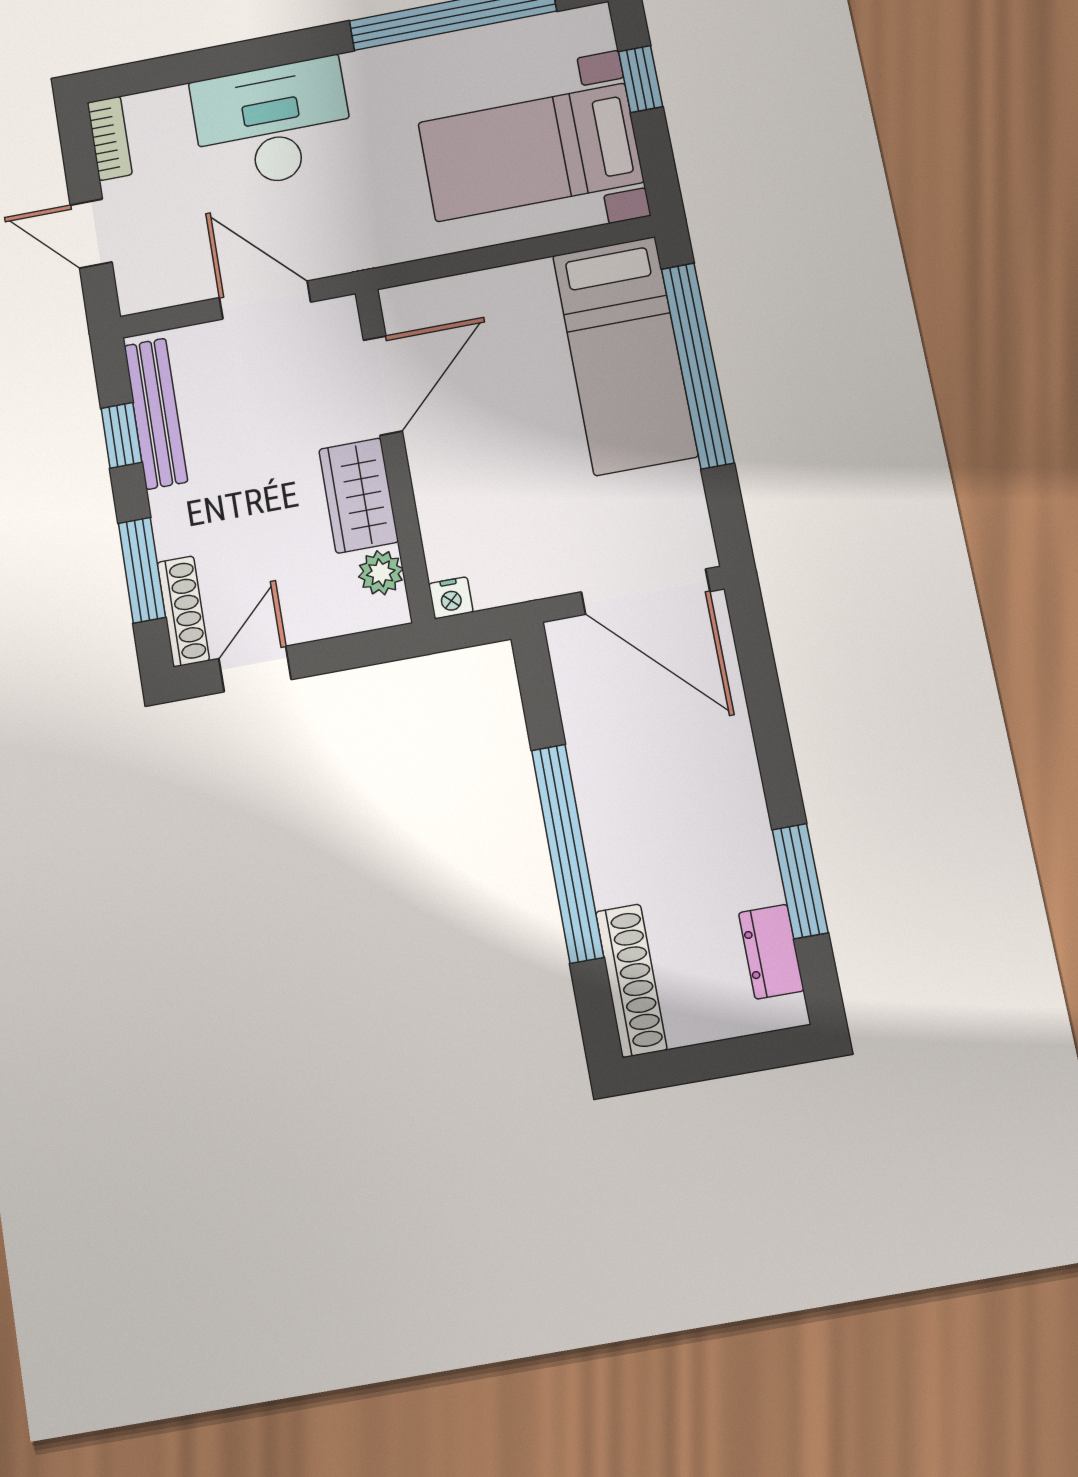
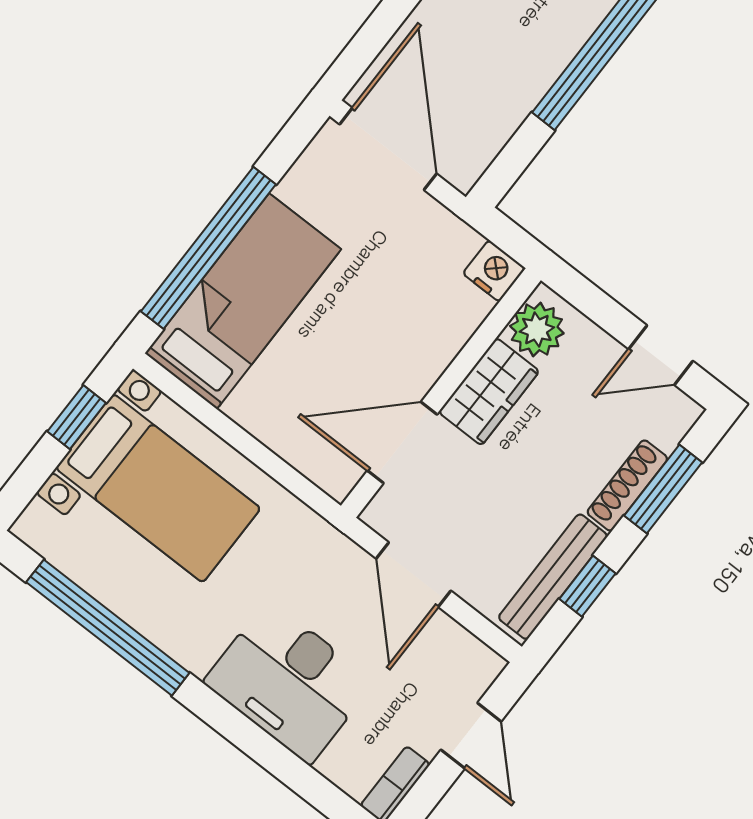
window: (641, 79) -> (77, 417), moved
plant: (381, 573) -> (537, 330), width x1.38, depth x1.38
nightstand: (451, 598) -> (494, 271), width x1.39, depth x1.35
shoe rack: (183, 611) -> (627, 485), moved

